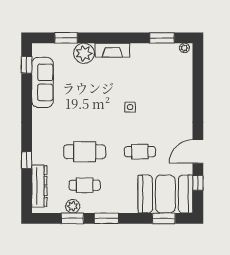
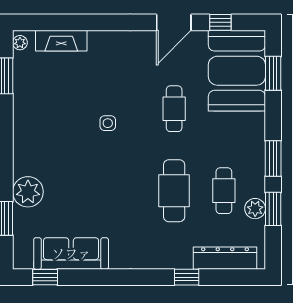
fireplace: (112, 50) -> (61, 41), moved, turned 90
door: (198, 152) -> (174, 22), hinge flipped

